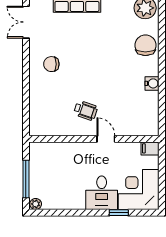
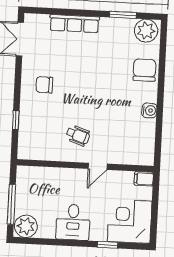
window: (26, 99) -> (16, 120), added
door: (106, 139) -> (98, 166), swing flipped
desk: (102, 193) -> (73, 222), moved
plant: (36, 204) -> (26, 226), width x1.87, depth x1.87

